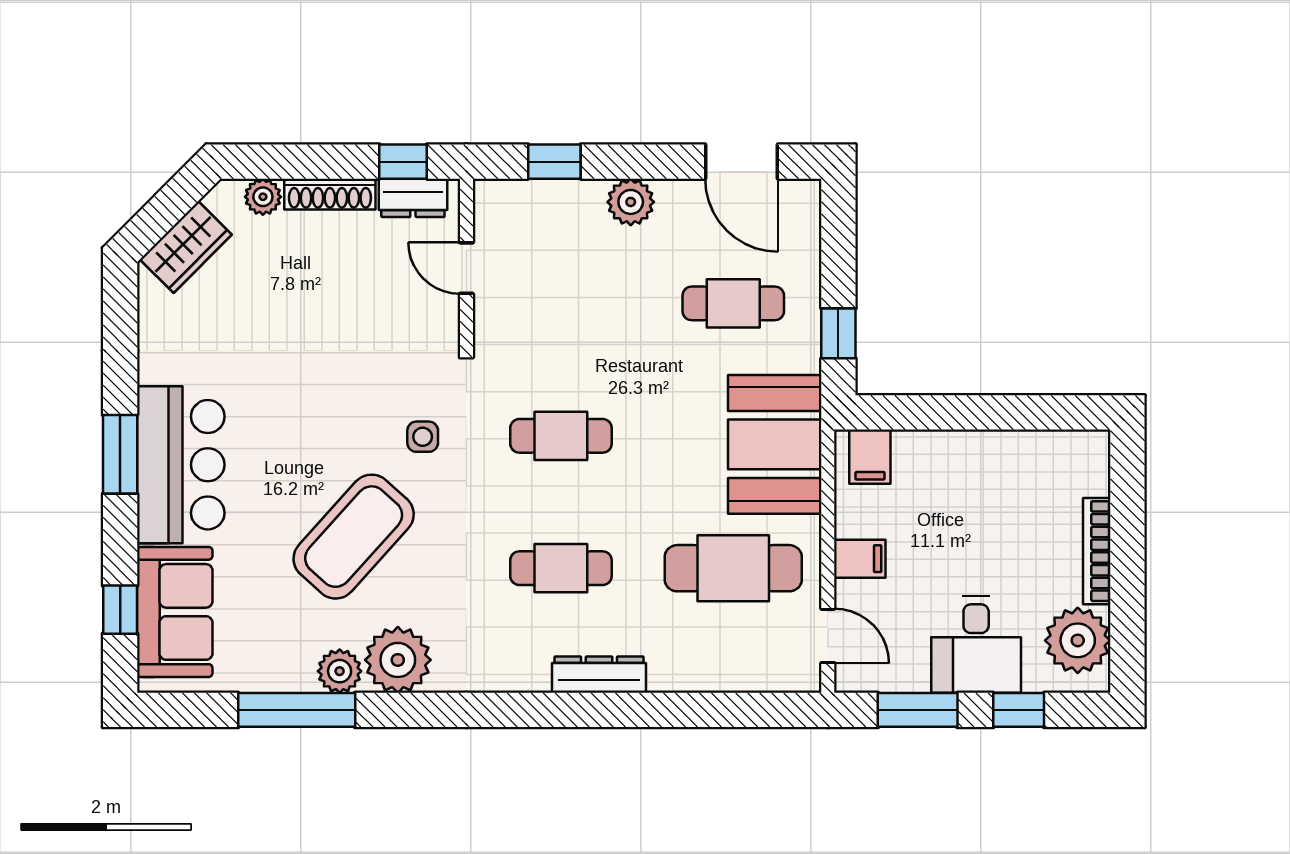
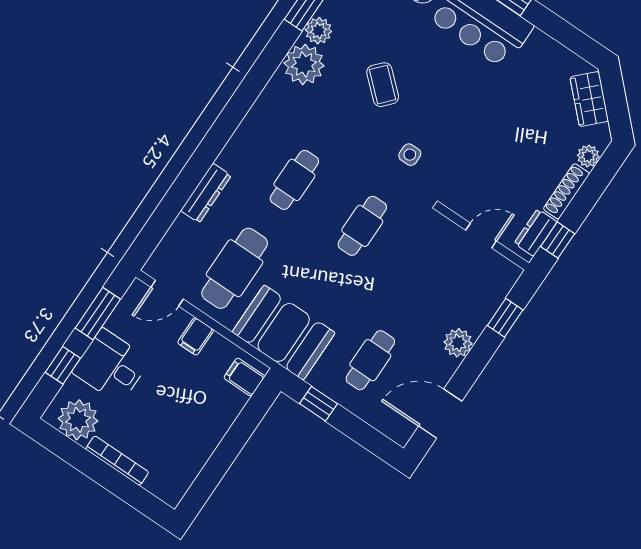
coffee table: (354, 537) -> (383, 85), width x0.54, depth x0.58
dresser: (599, 675) -> (206, 193), moved

